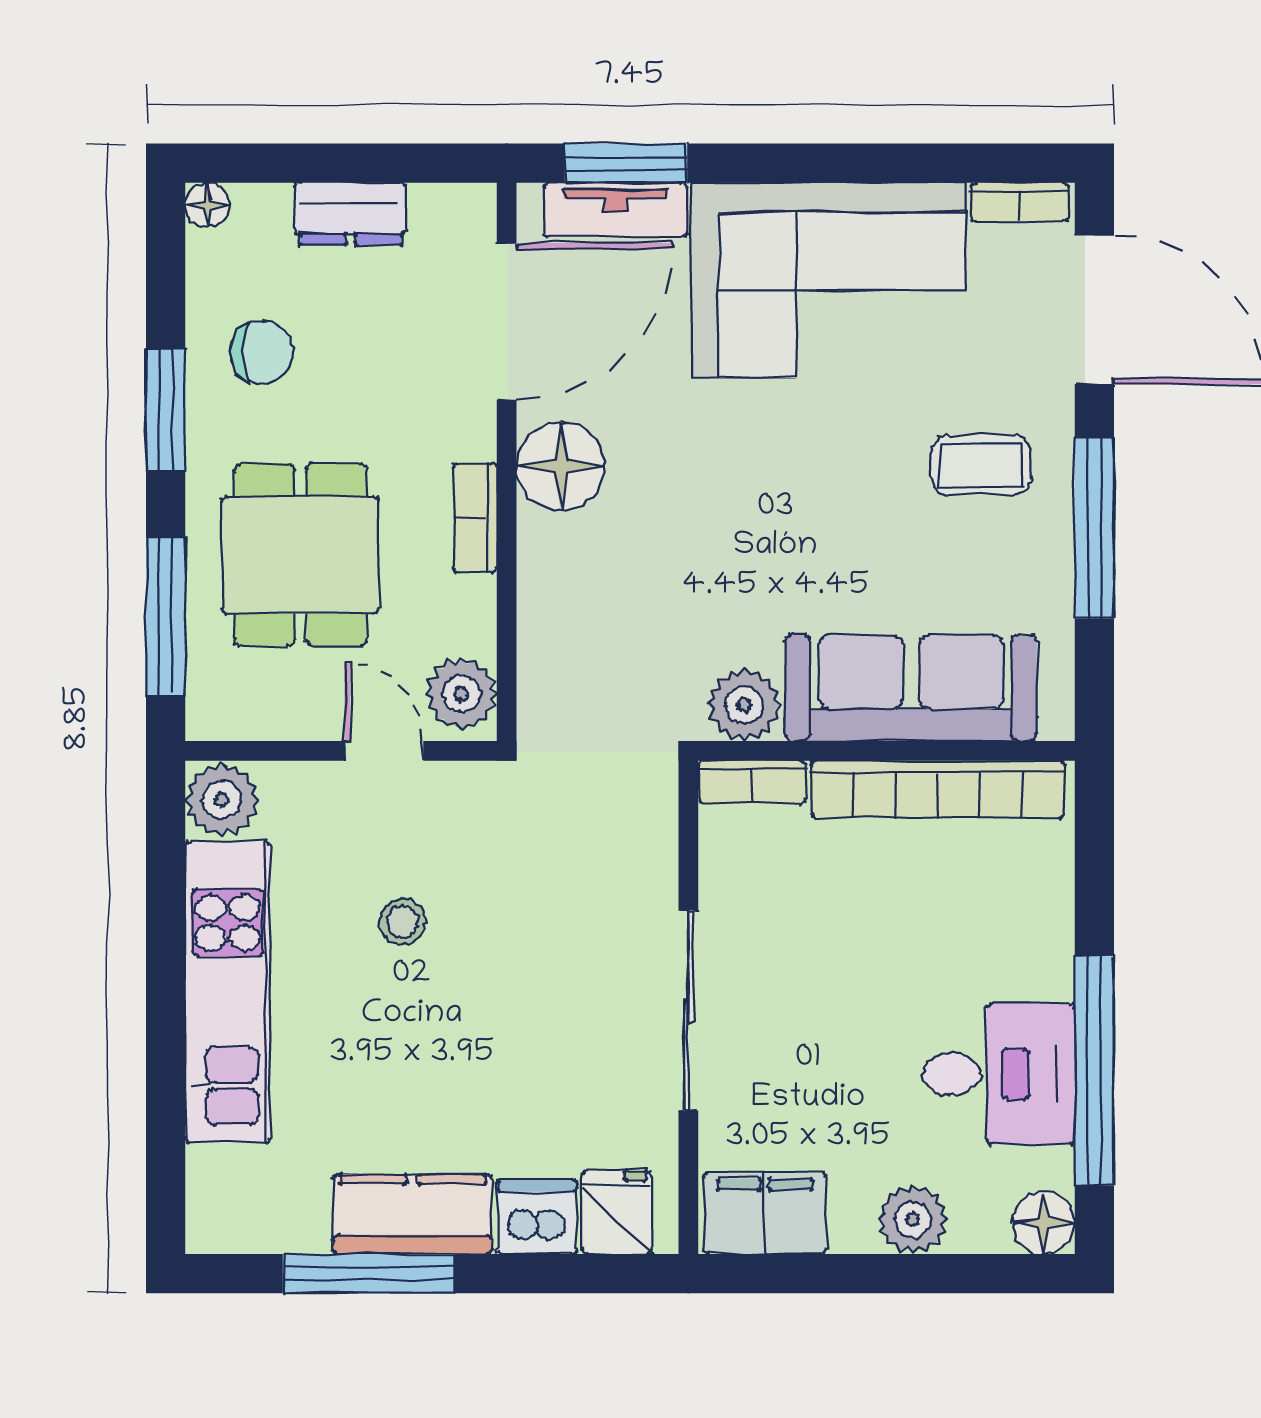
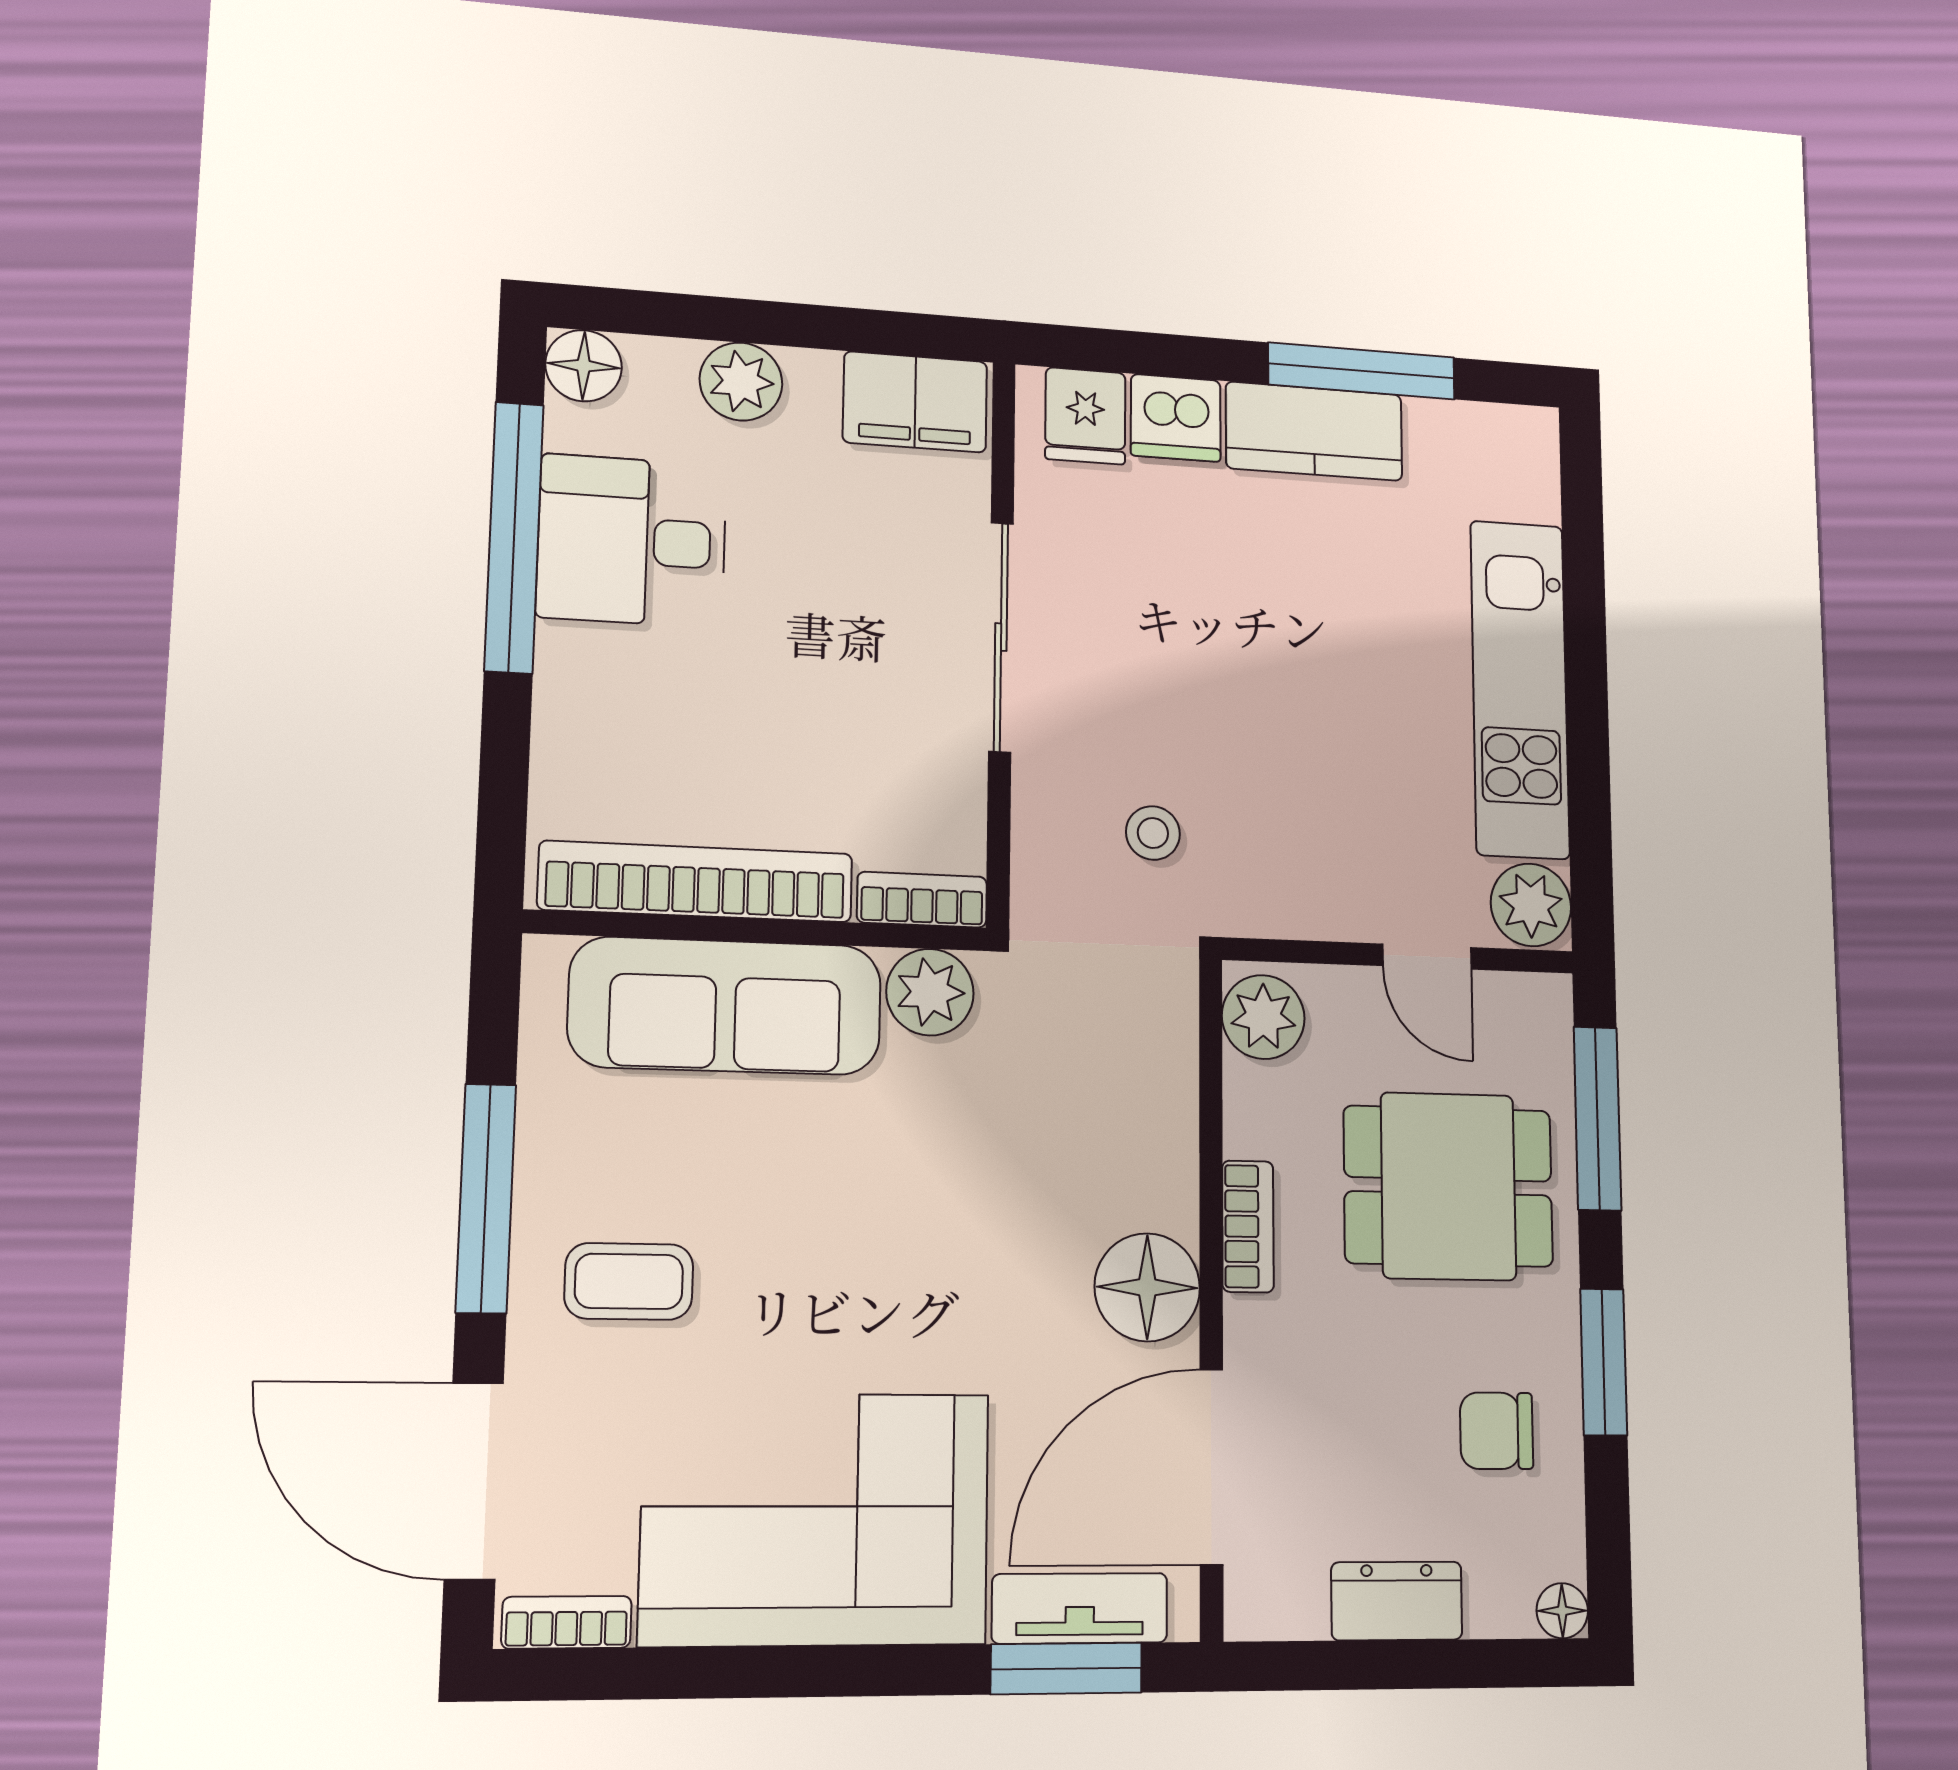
dining table: (300, 555) -> (1448, 1186), turned 90
door: (384, 751) -> (1427, 957), moved
stool: (402, 922) -> (1153, 833), moved

